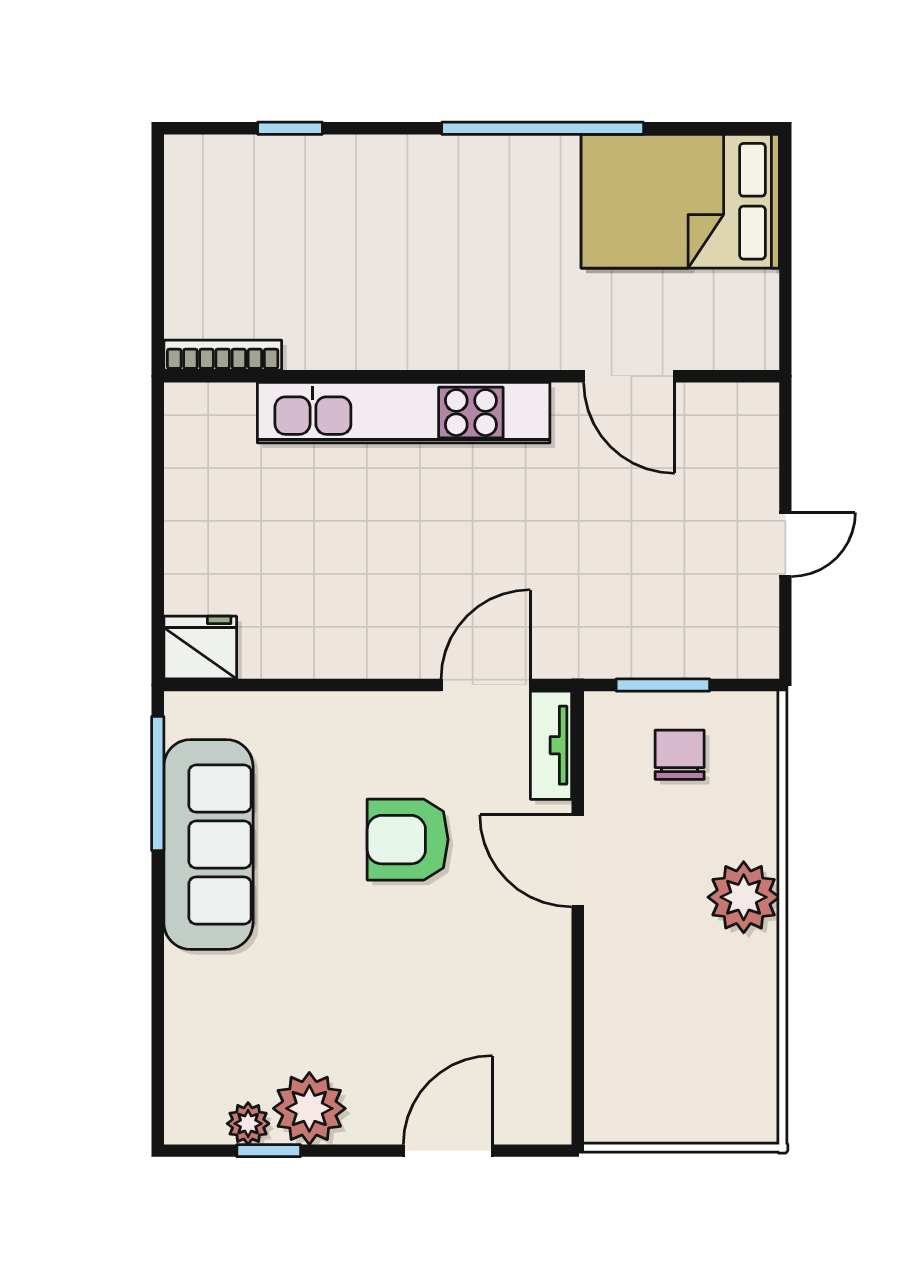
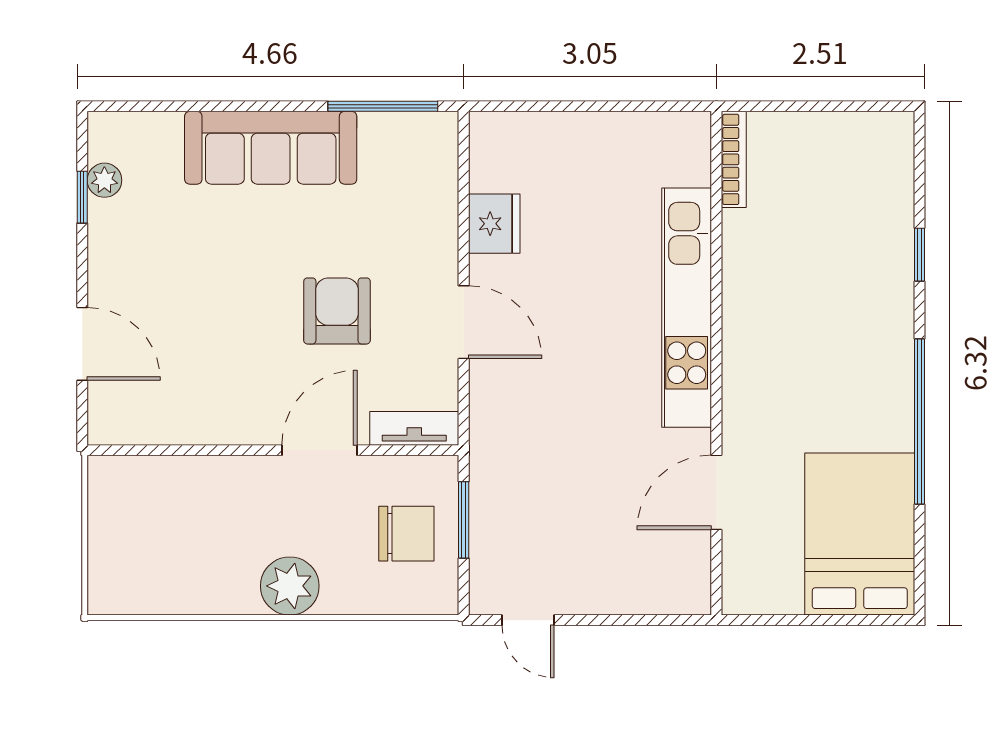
window: (290, 128) -> (920, 255), moved
door: (785, 545) -> (528, 620), moved
fridge: (200, 648) -> (494, 224), moved
door: (486, 685) -> (464, 322), moved
chair: (680, 755) -> (406, 534), width x1.37, depth x1.37
sofa: (208, 845) -> (271, 148), moved
plant: (309, 1108) -> (117, 230), removed

